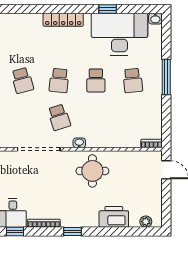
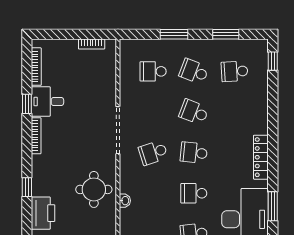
window: (108, 9) -> (273, 206), width x1.50
school desk: (22, 80) -> (194, 112), turned 36
washbasin: (79, 143) -> (125, 201), moved
window: (73, 232) -> (27, 187), moved

